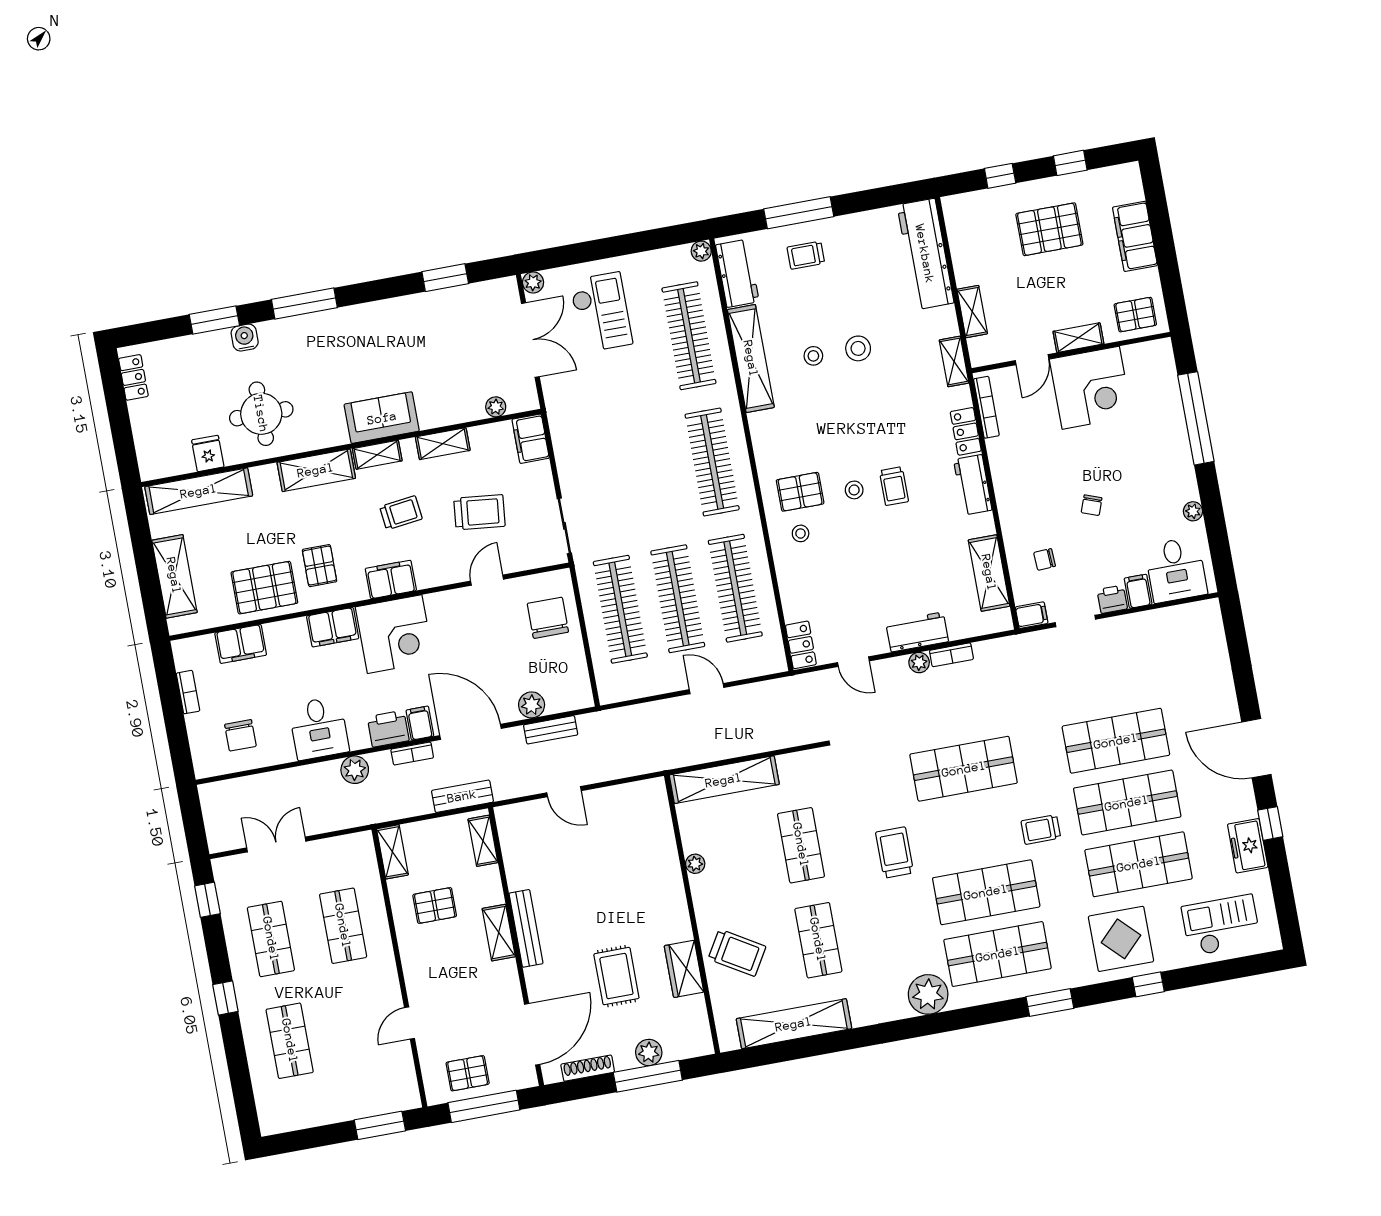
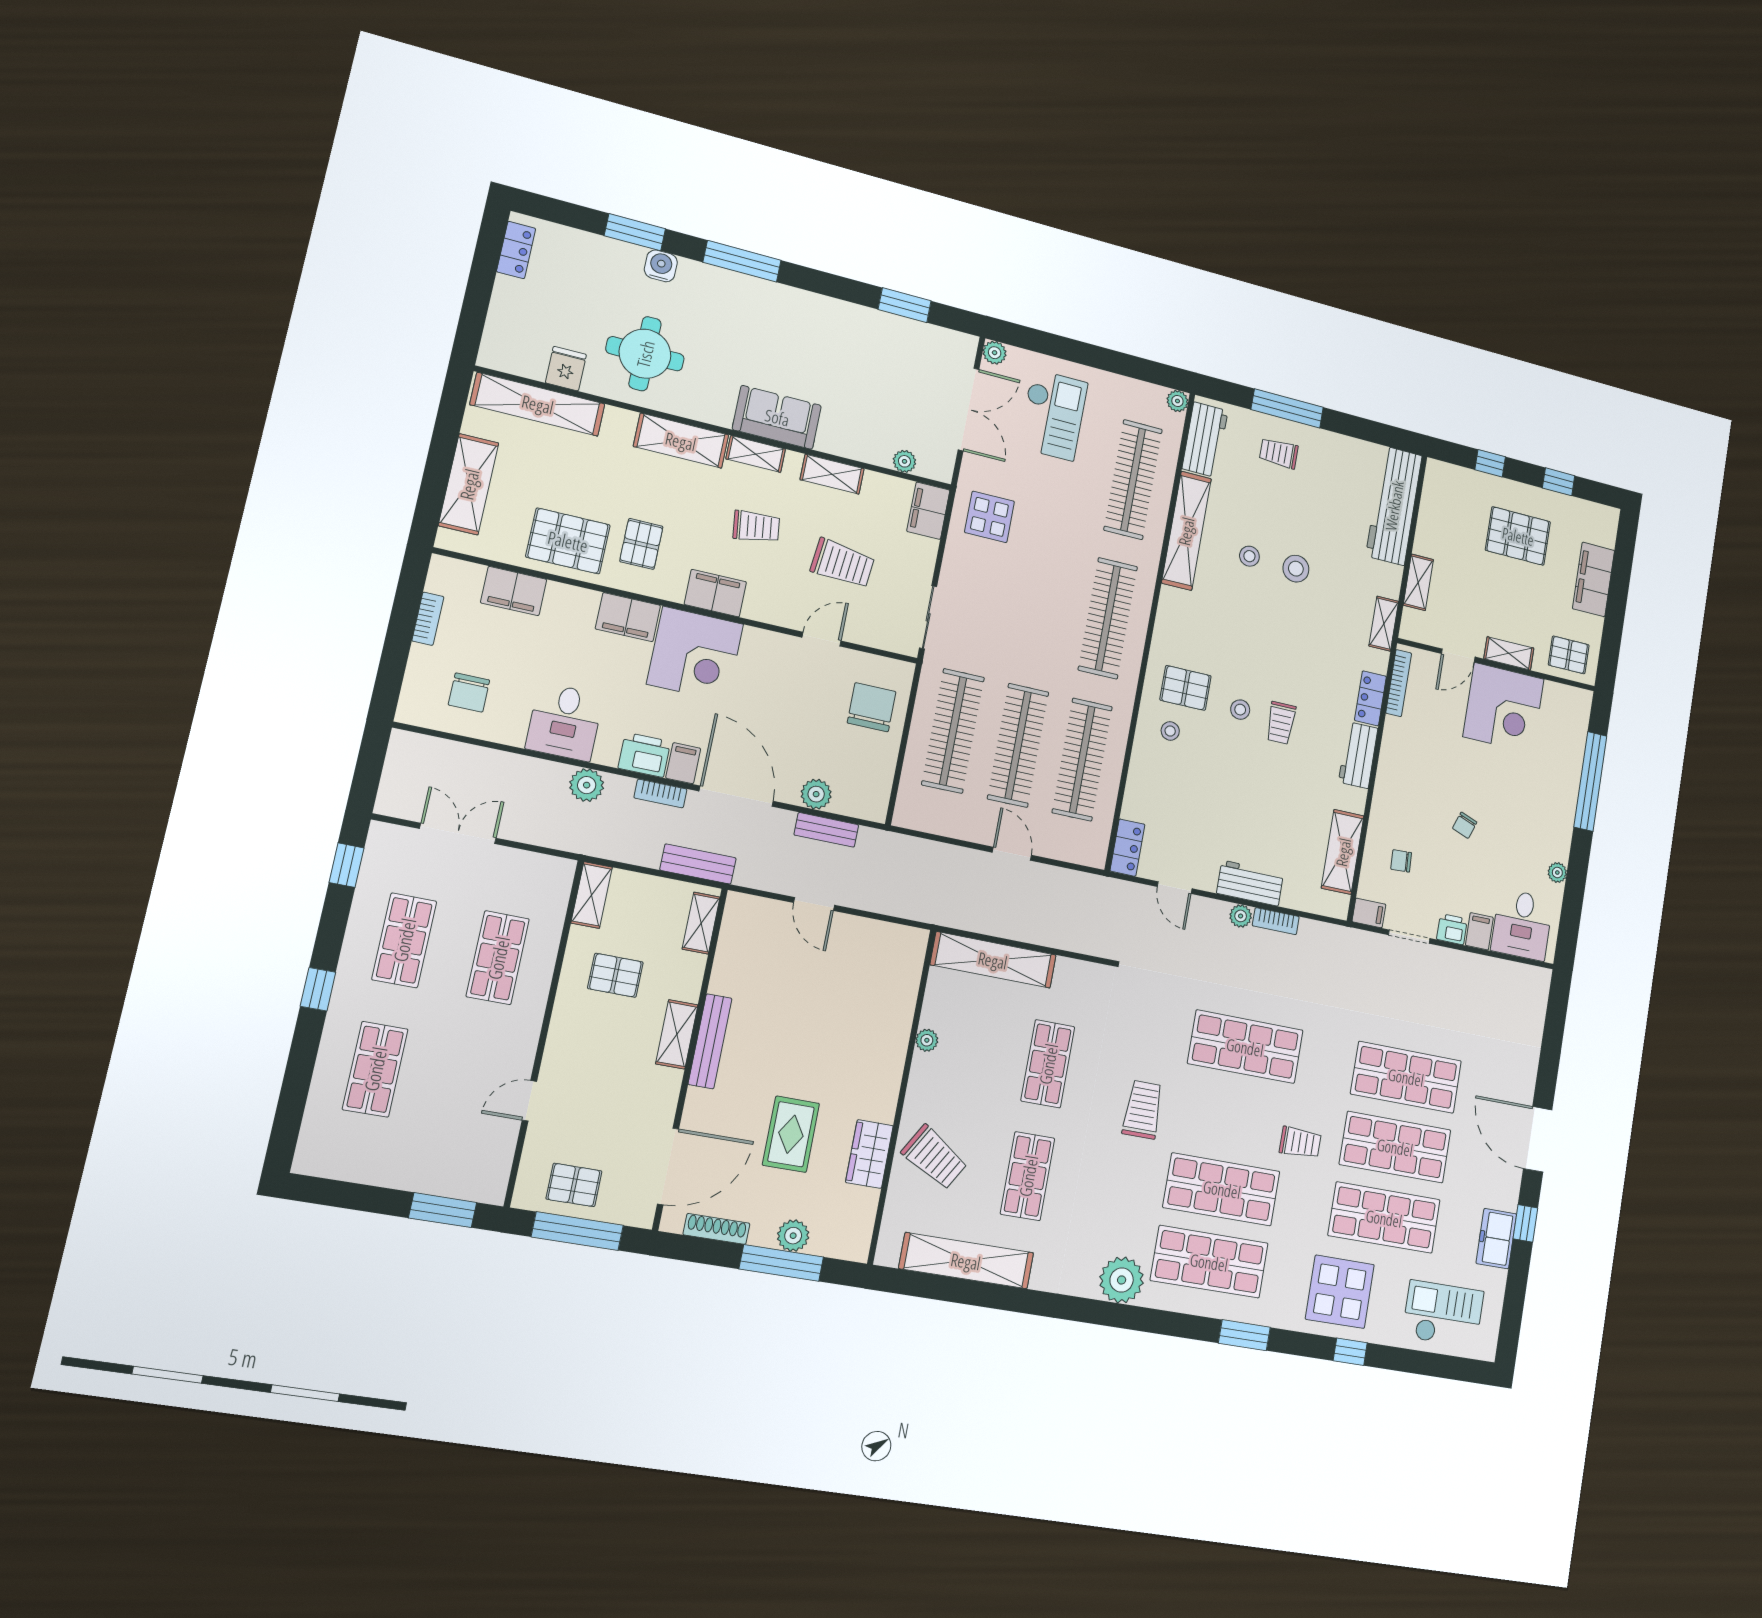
display table: (582, 421) -> (990, 517), added
trolley: (1041, 829) -> (1300, 1143), turned 180

